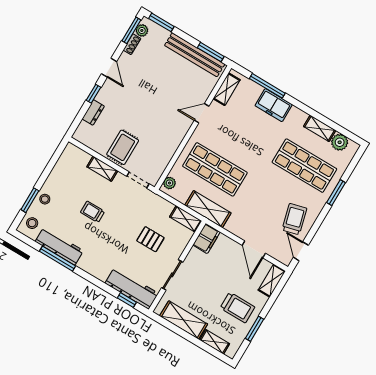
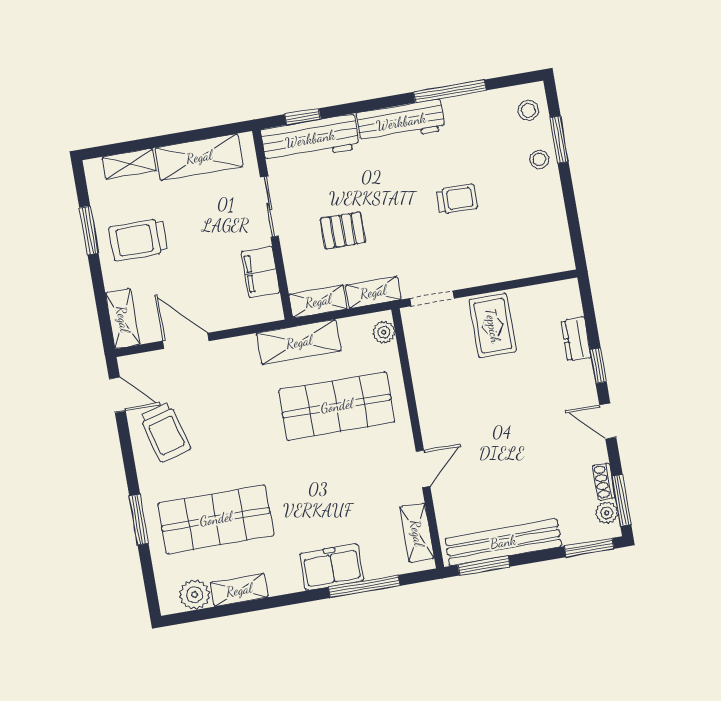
shelving: (102, 169) -> (373, 292), moved
filing cabinet: (206, 238) -> (261, 272), moved
workbench: (59, 246) -> (401, 122), moved

